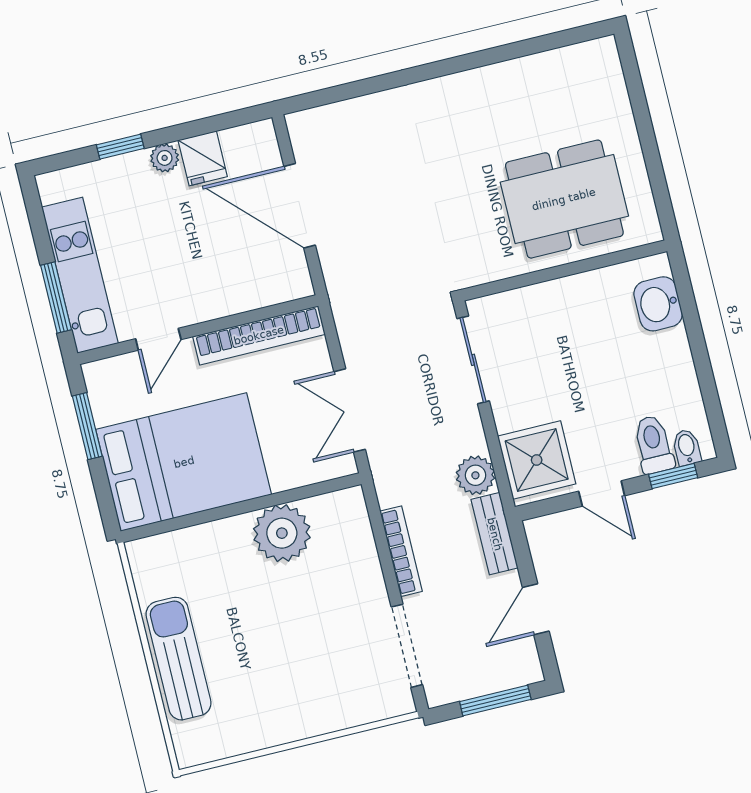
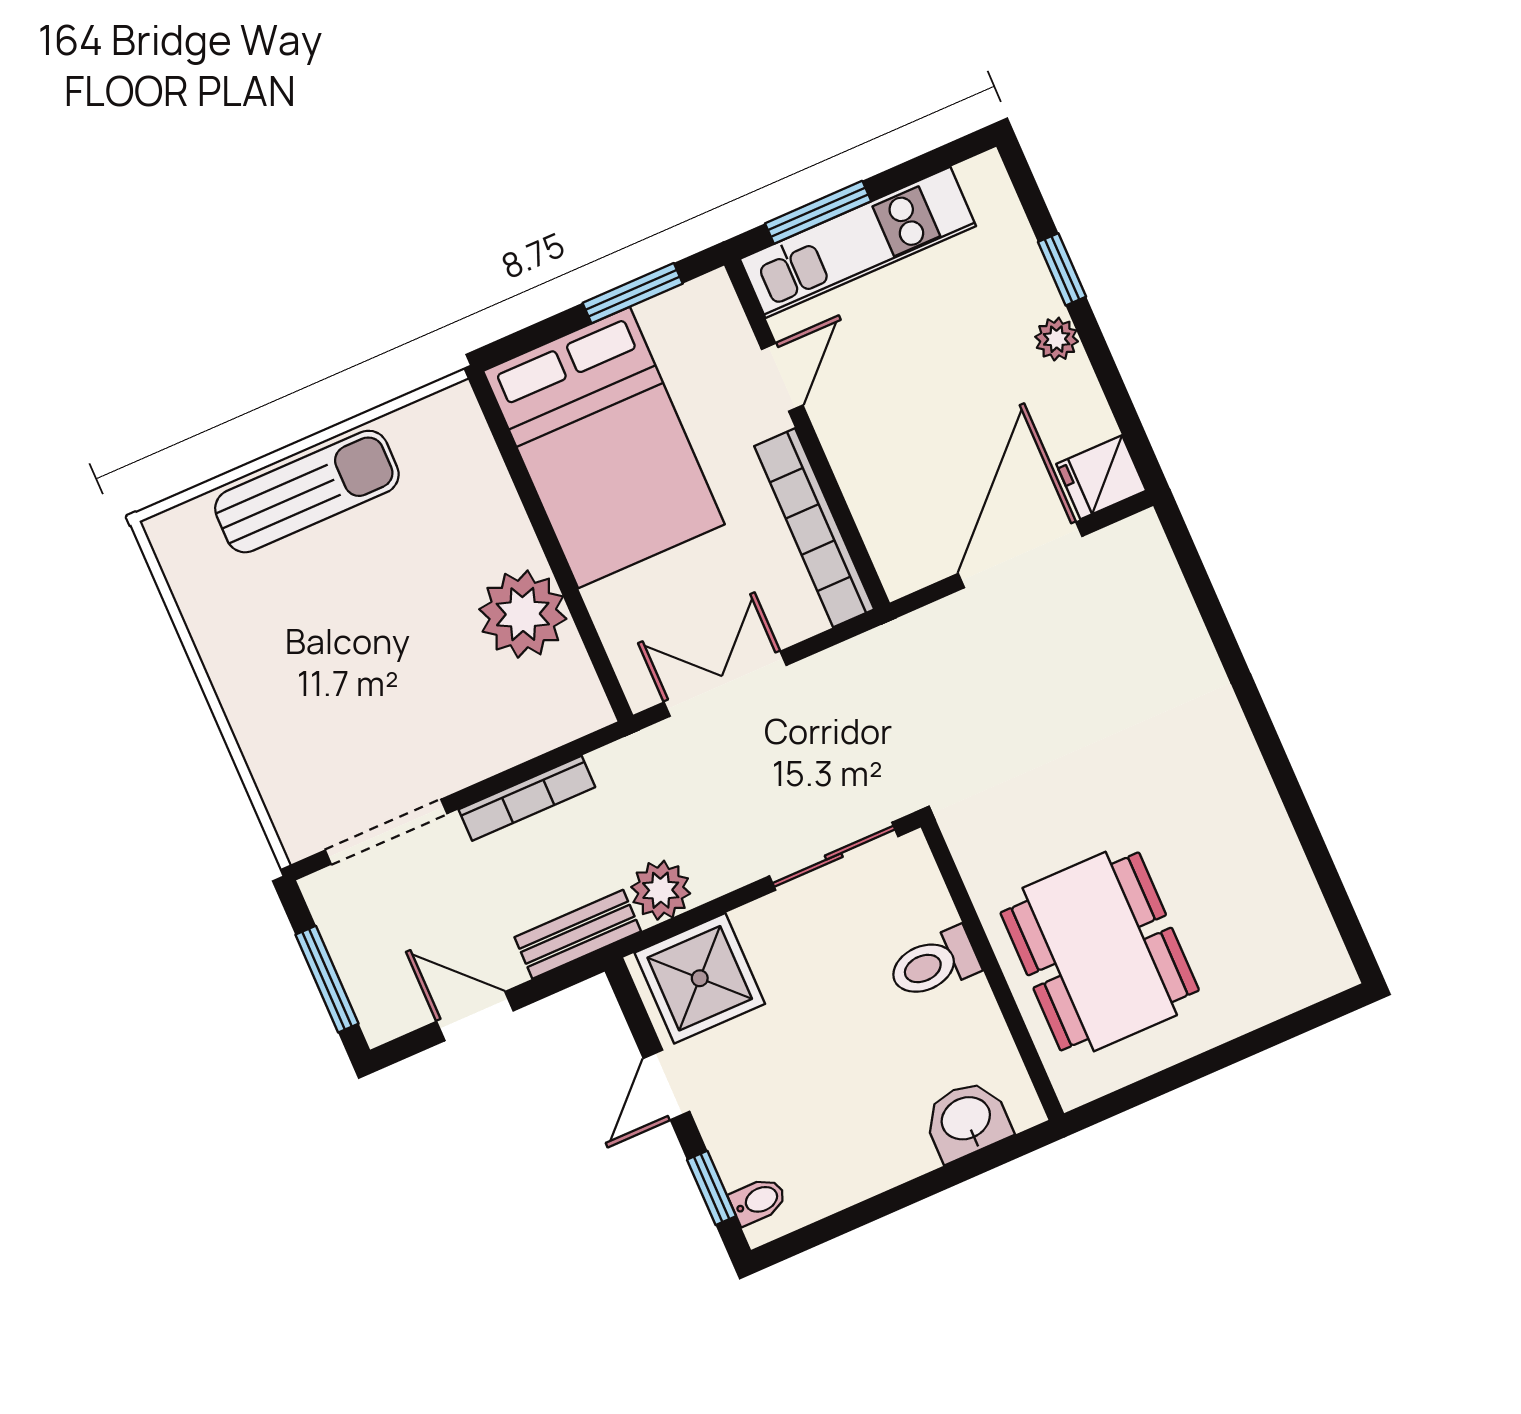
fridge: (203, 158) -> (1101, 477), moved
door: (158, 339) -> (782, 377), swing flipped
toilet: (654, 444) -> (934, 964), moved, turned 180

